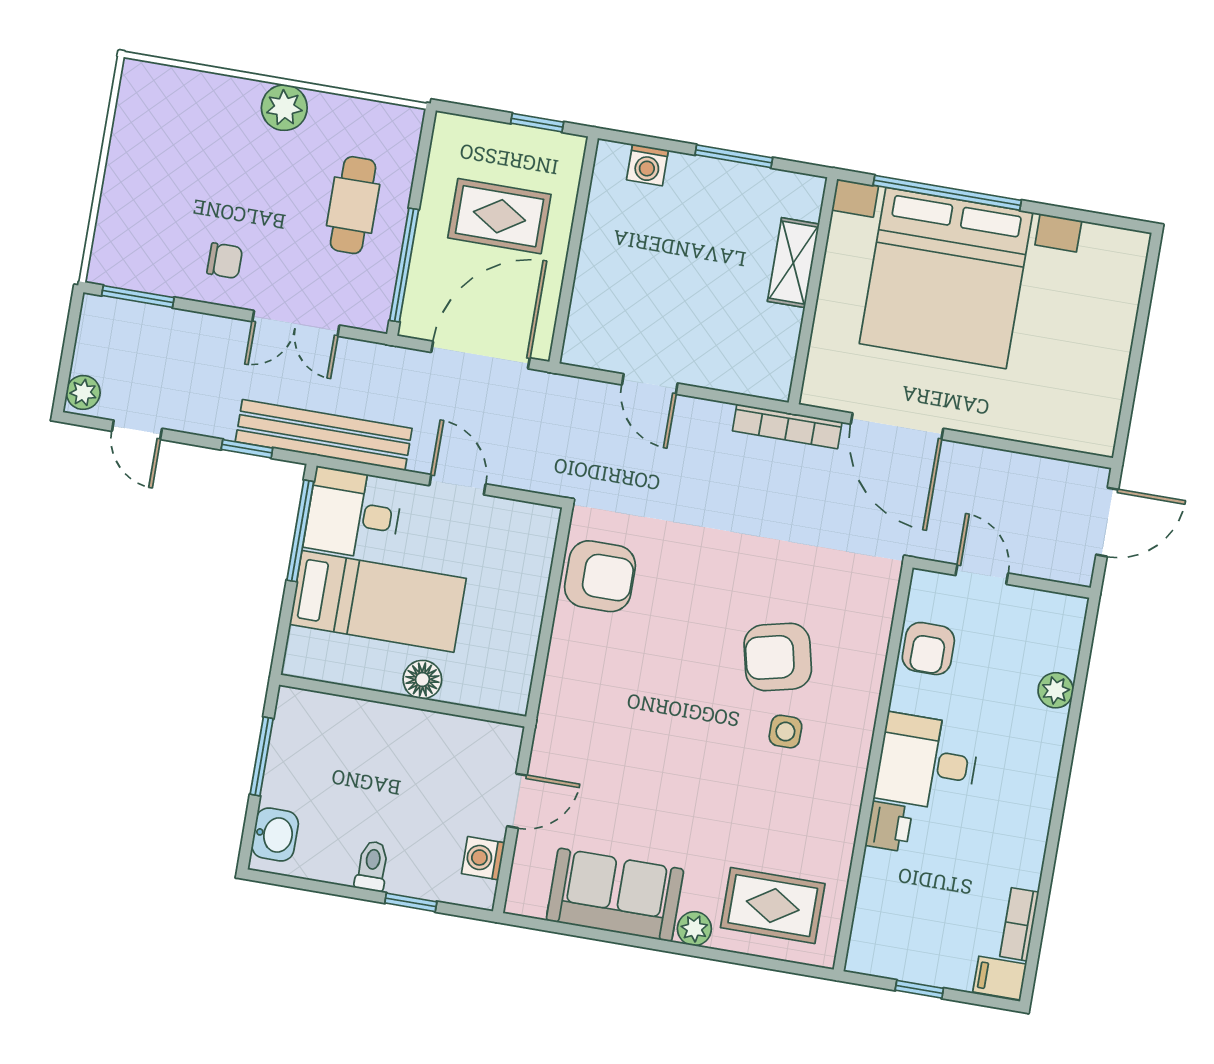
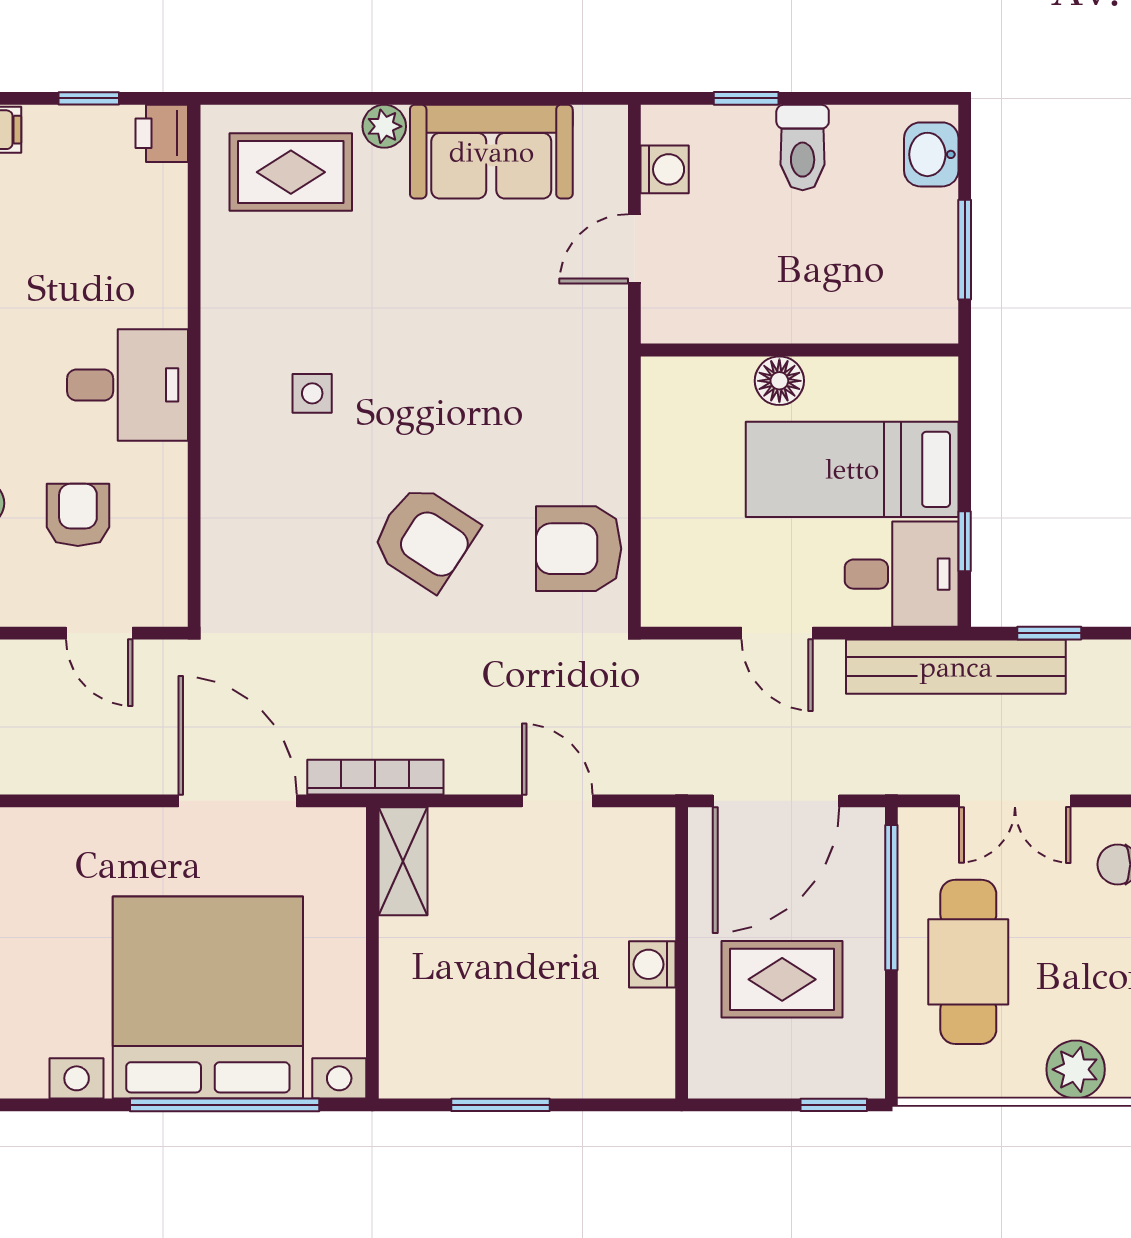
window: (537, 123) -> (834, 1105), moved
washing machine: (647, 165) -> (652, 964), moved, turned -90
cafe table: (353, 205) -> (968, 962), width x1.37, depth x1.35
shelving: (793, 263) -> (403, 861), moved
double door: (296, 323) -> (1015, 801), swing flipped
window: (300, 531) -> (965, 541), width x0.46
armchair: (928, 649) -> (78, 515), moved
armchair: (778, 657) -> (424, 538), moved, turned 46
printer: (889, 827) -> (162, 133), moved
toilet: (372, 866) -> (803, 148), width x1.37, depth x1.39

